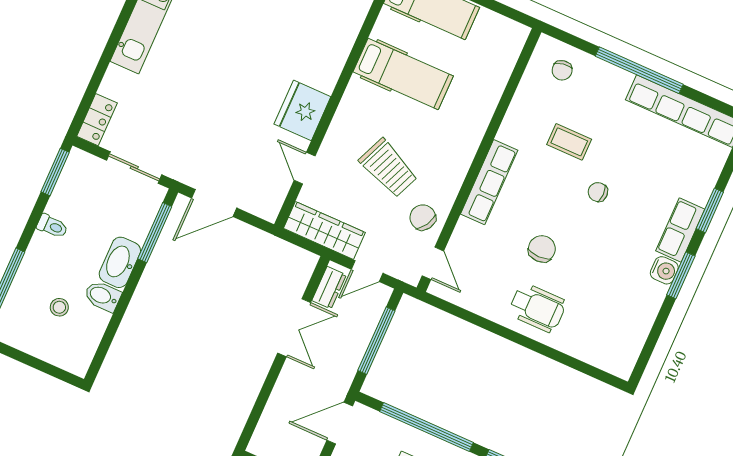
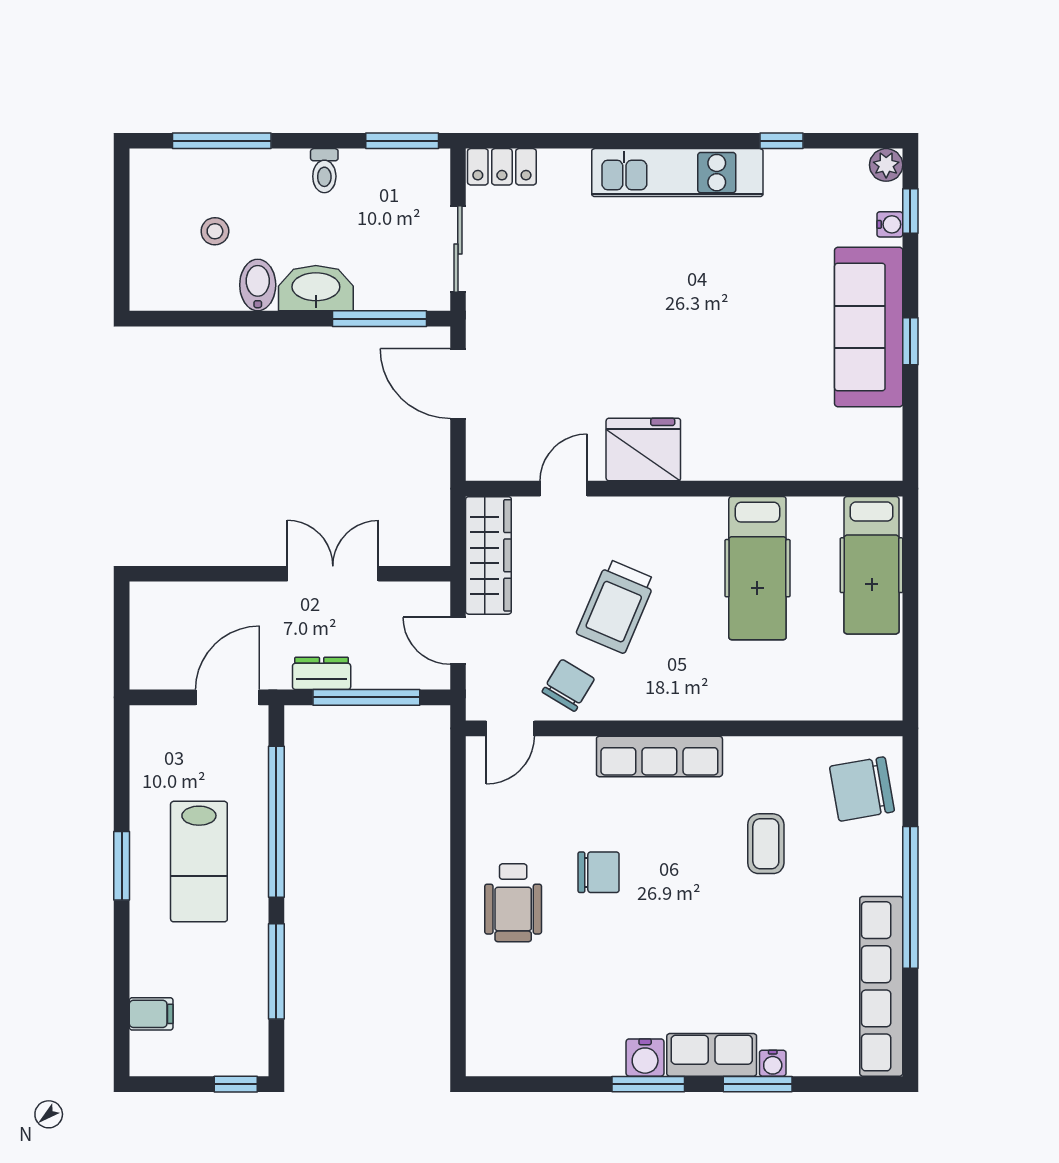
chair: (562, 70) -> (862, 789), width x1.87, depth x1.87
chair: (598, 192) -> (713, 915), removed
water cooler: (701, 196) -> (773, 1063), added
dresser: (329, 288) -> (322, 673), moved, turned 180
double door: (294, 328) -> (333, 574), swing flipped
door: (340, 423) -> (227, 697), hinge flipped

